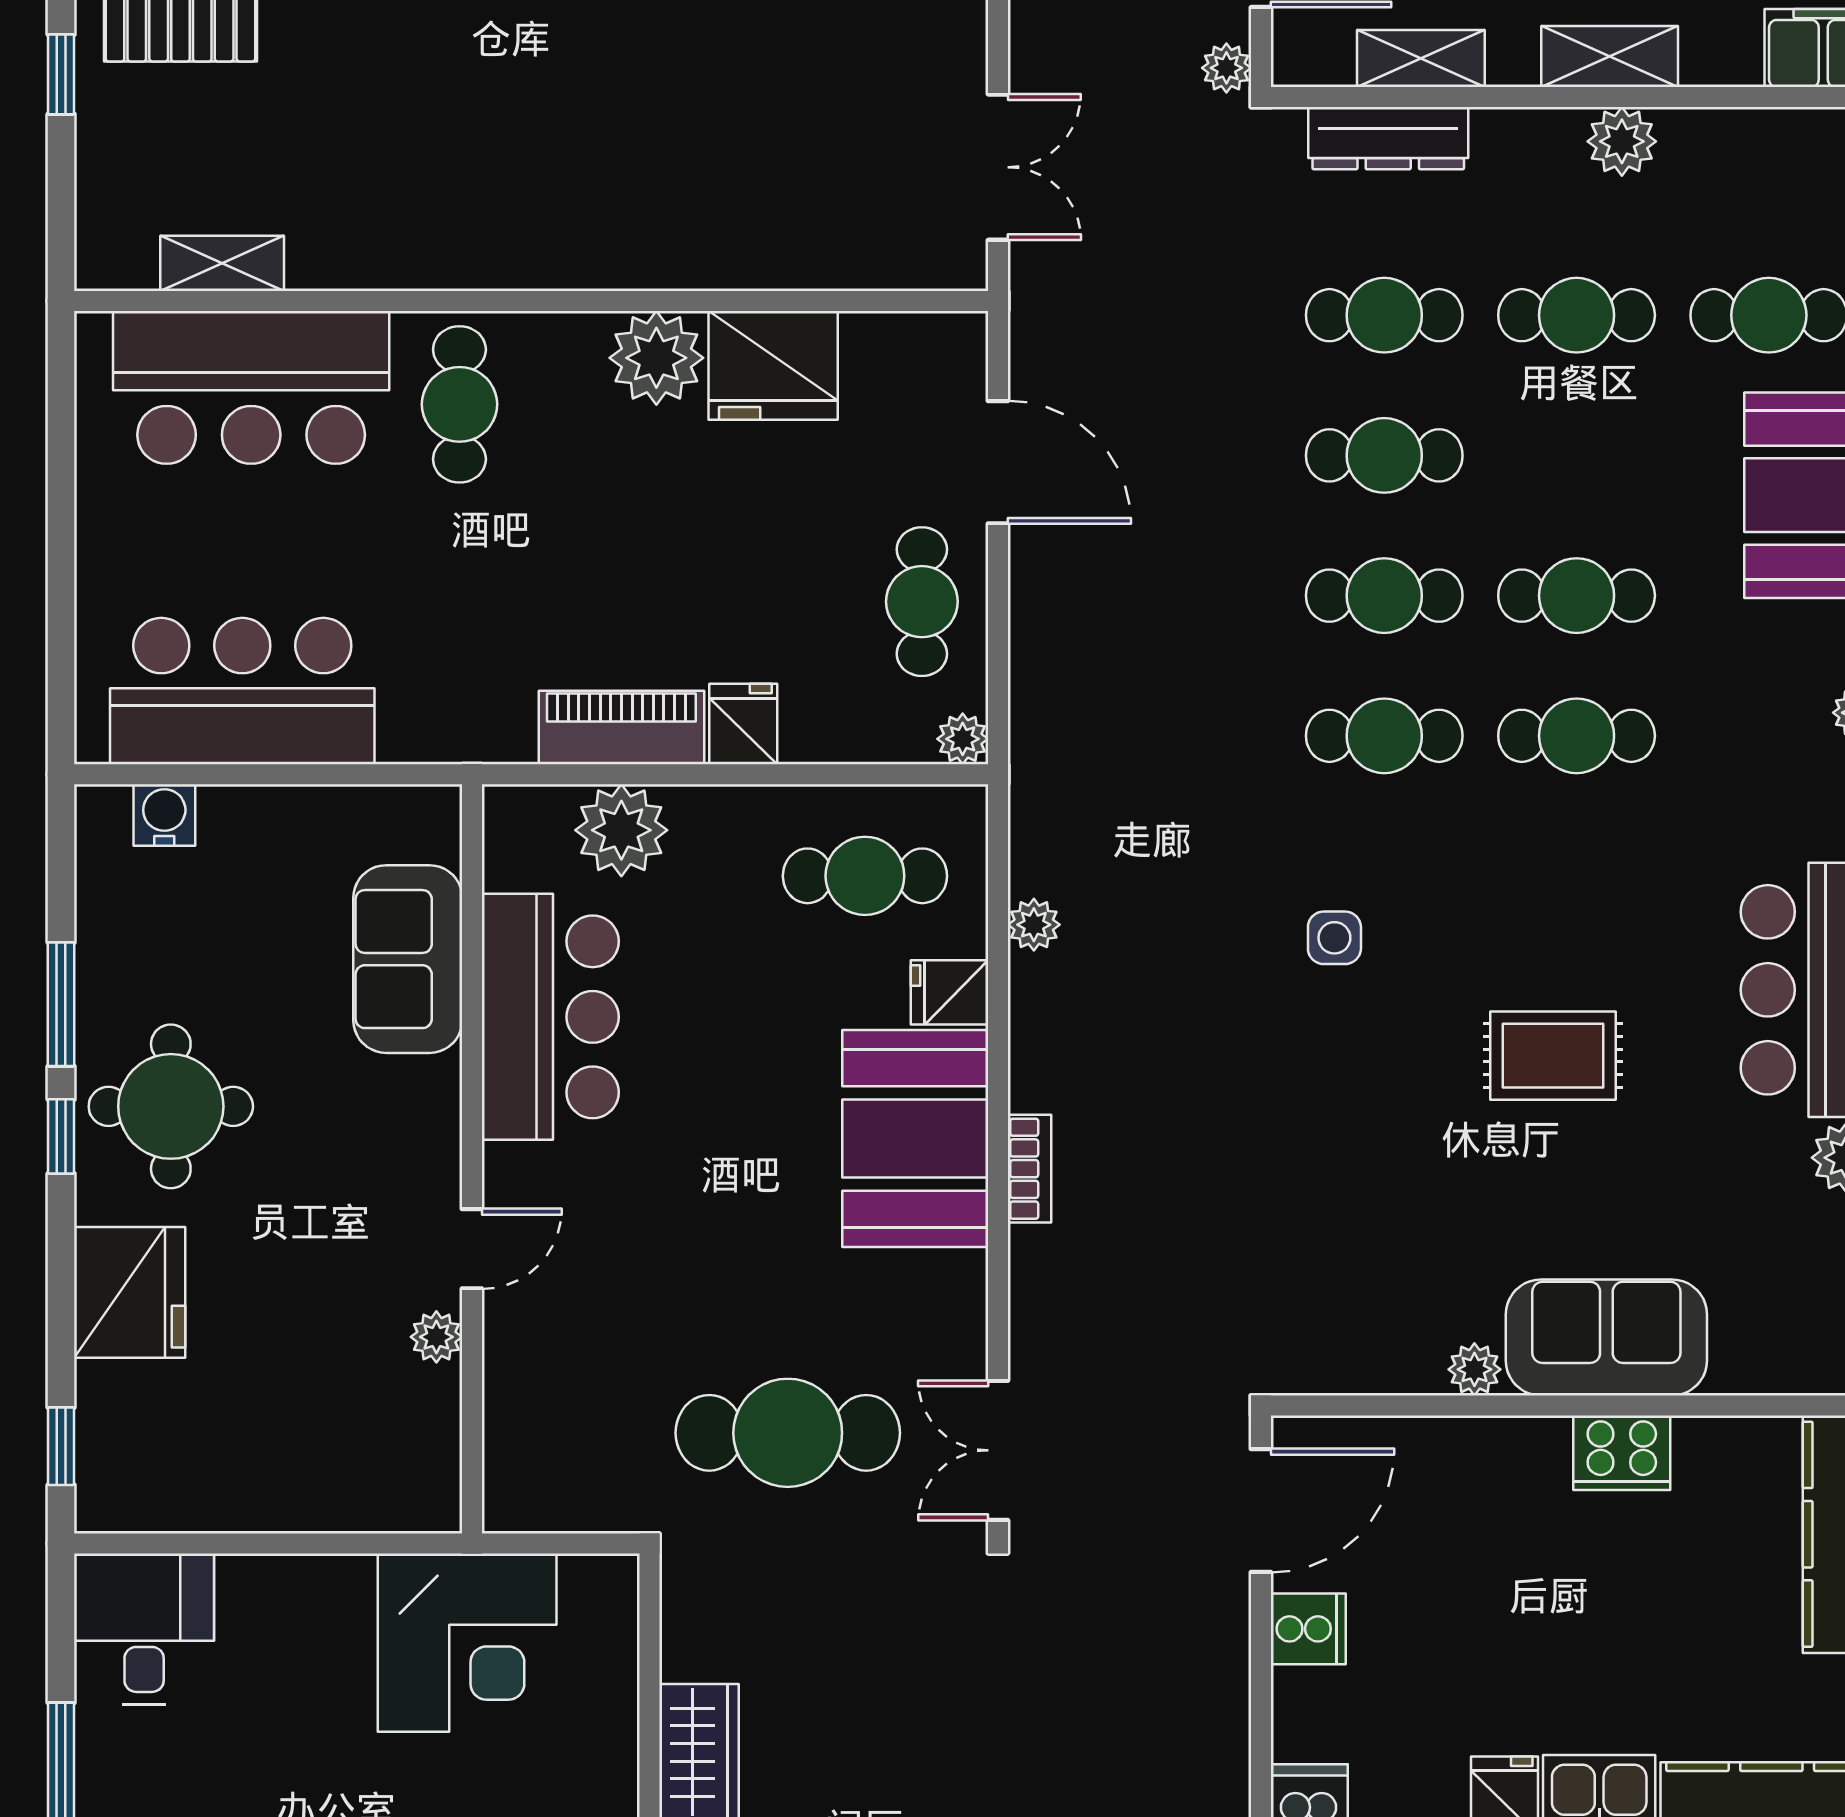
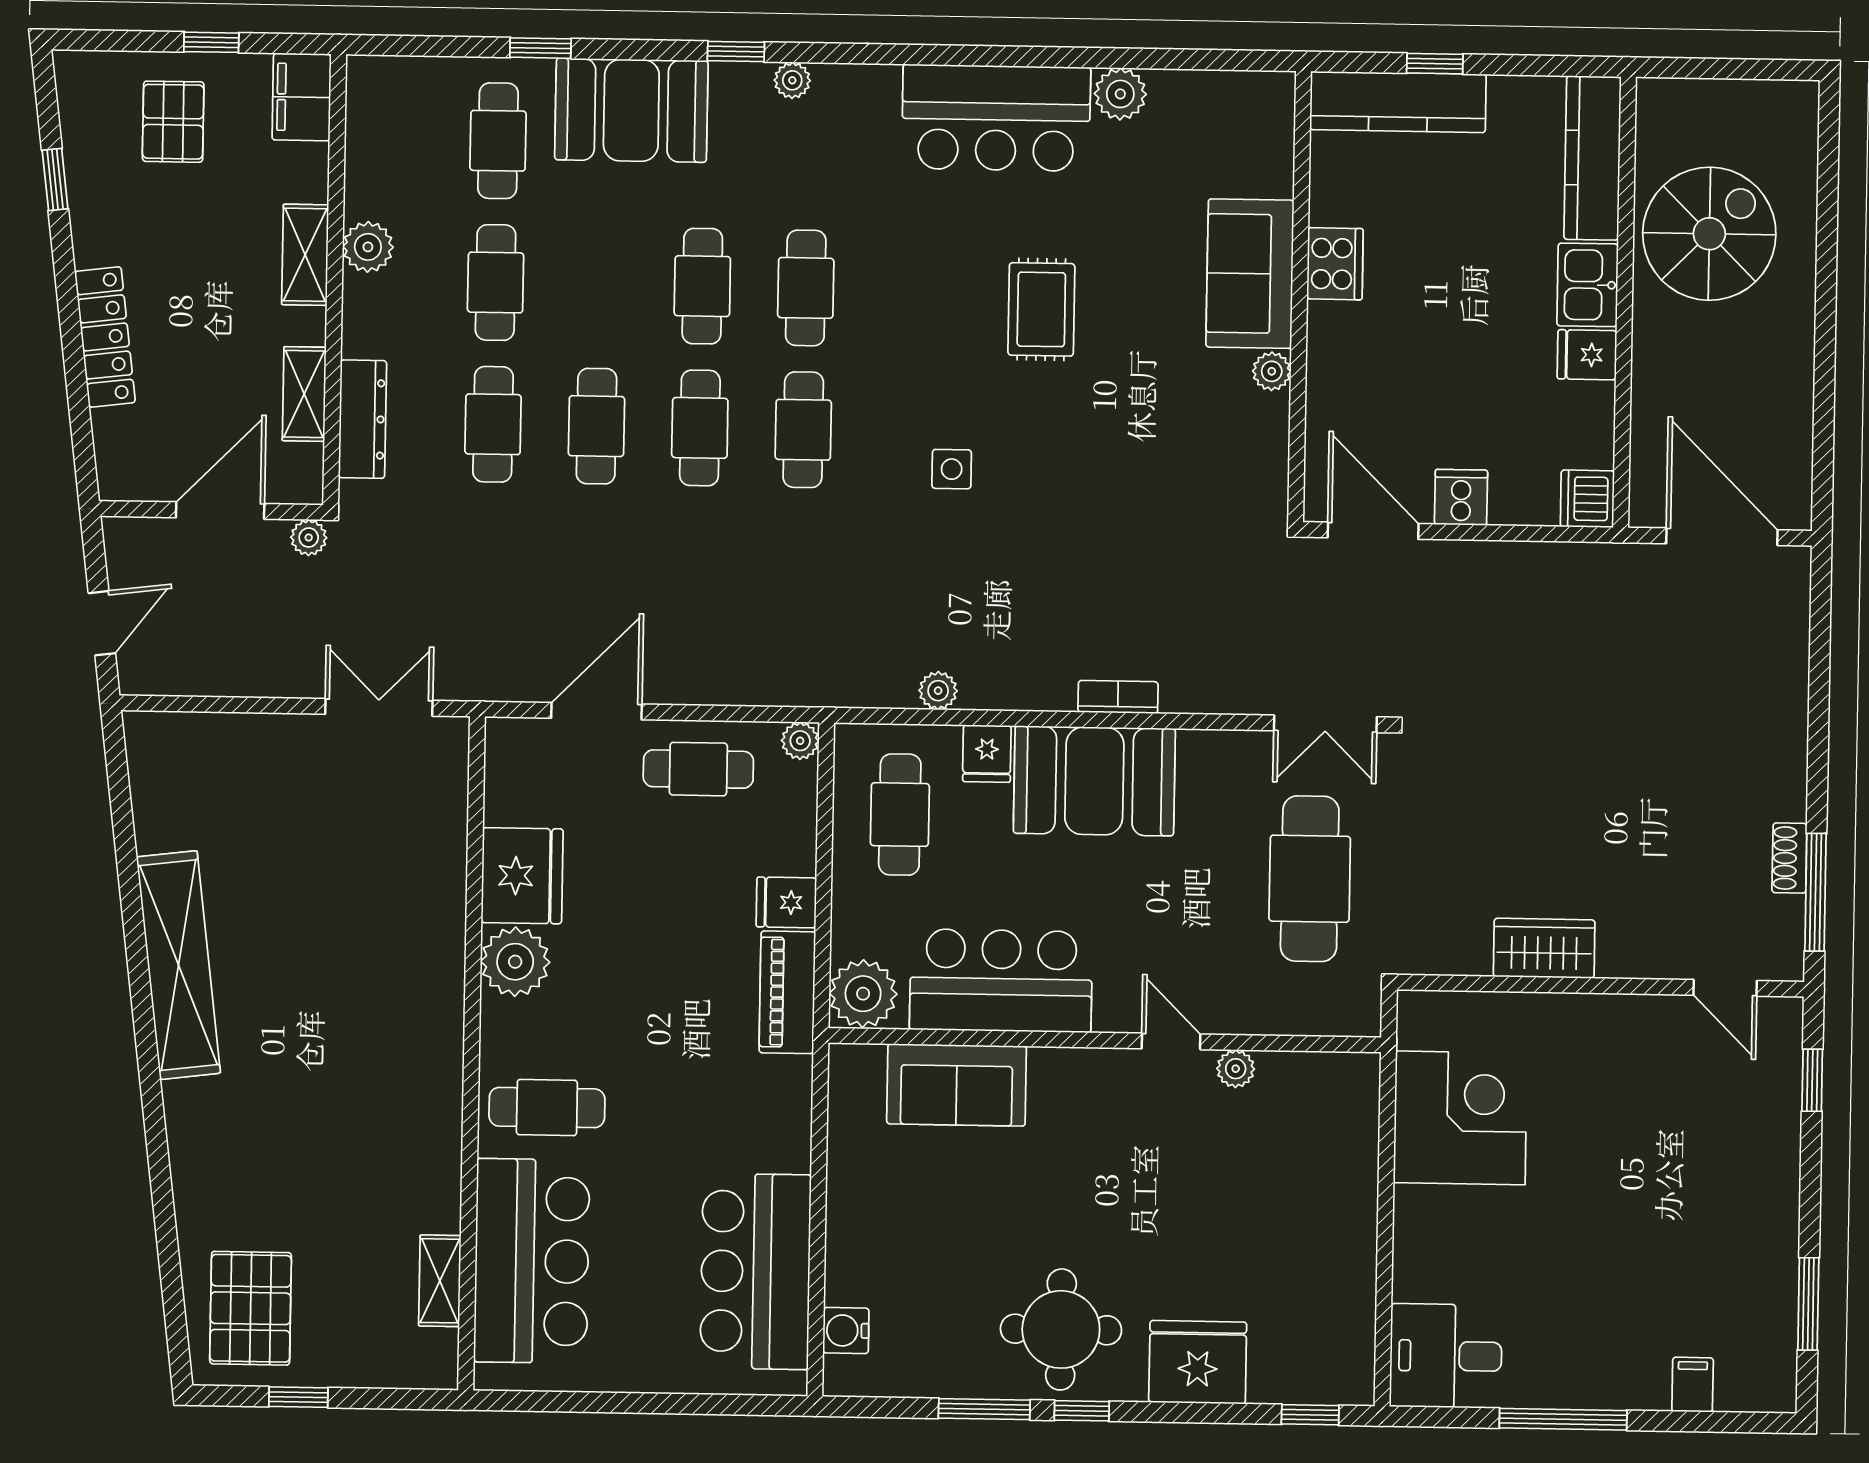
sofa: (408, 959) -> (957, 1085), moved
bar counter: (550, 1017) -> (1001, 981), moved
wall: (472, 1159) -> (1105, 1040), moved
door: (472, 1249) -> (1171, 1041), moved
plant: (436, 1337) -> (1236, 1069), moved

